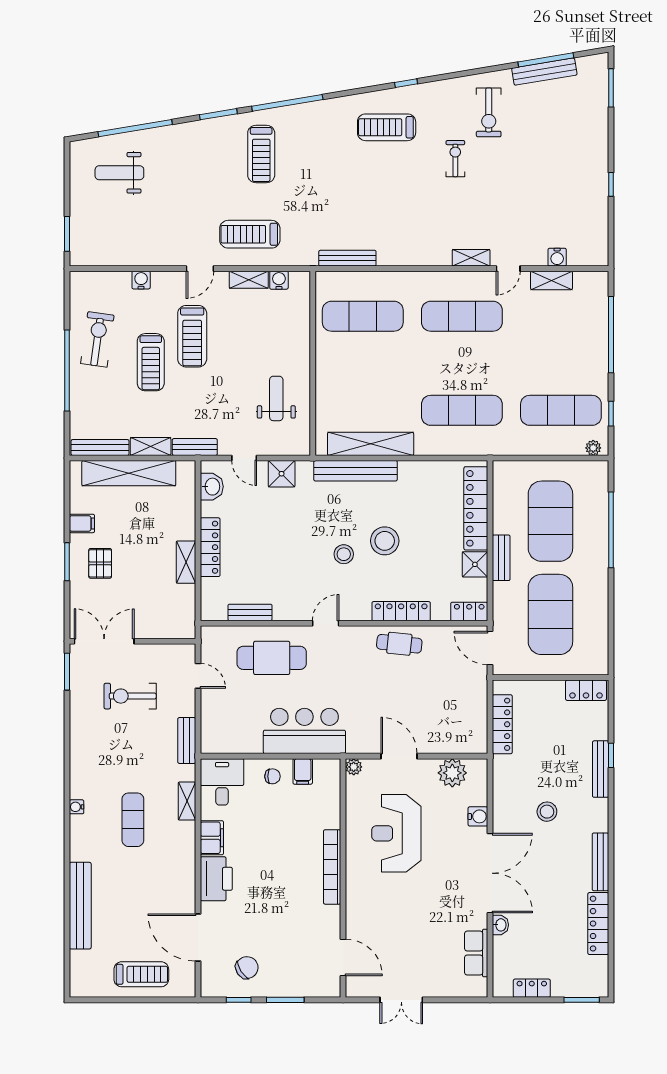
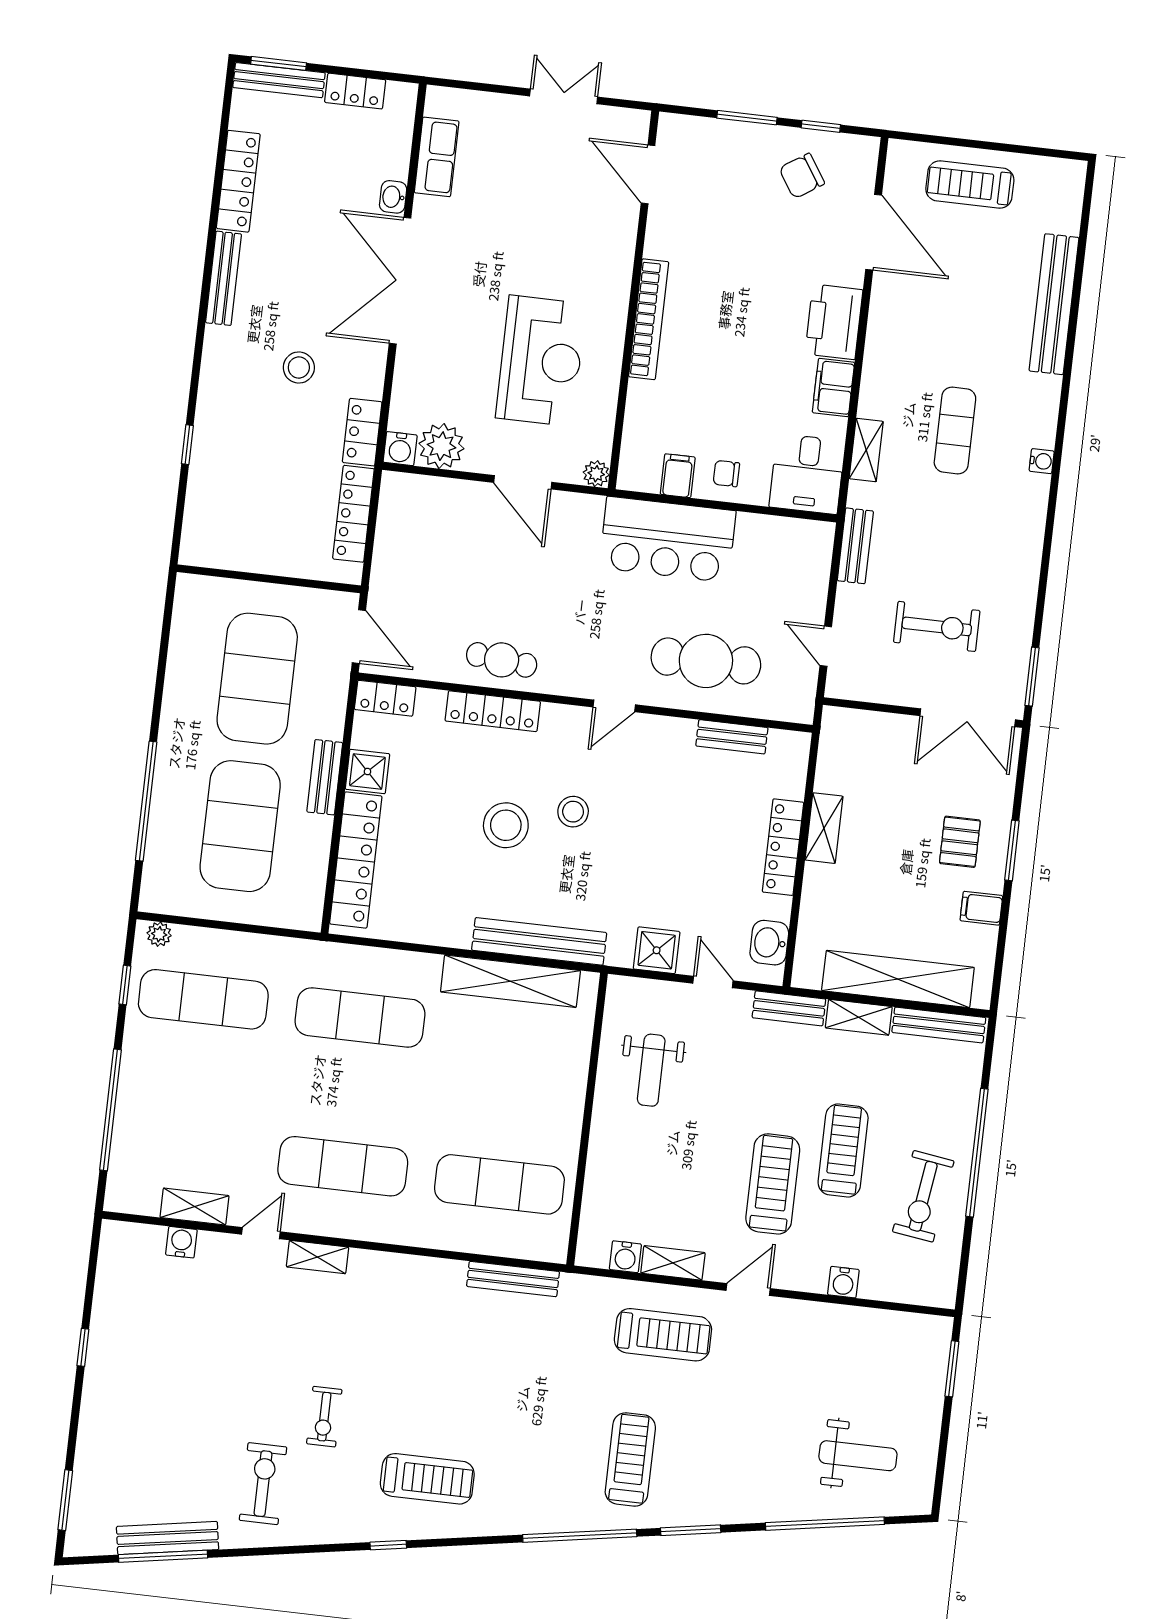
locker: (586, 690) -> (362, 432), moved, turned -90
bench: (601, 769) -> (279, 80), moved, turned 90
water cooler: (478, 816) -> (400, 449), moved, turned -90

